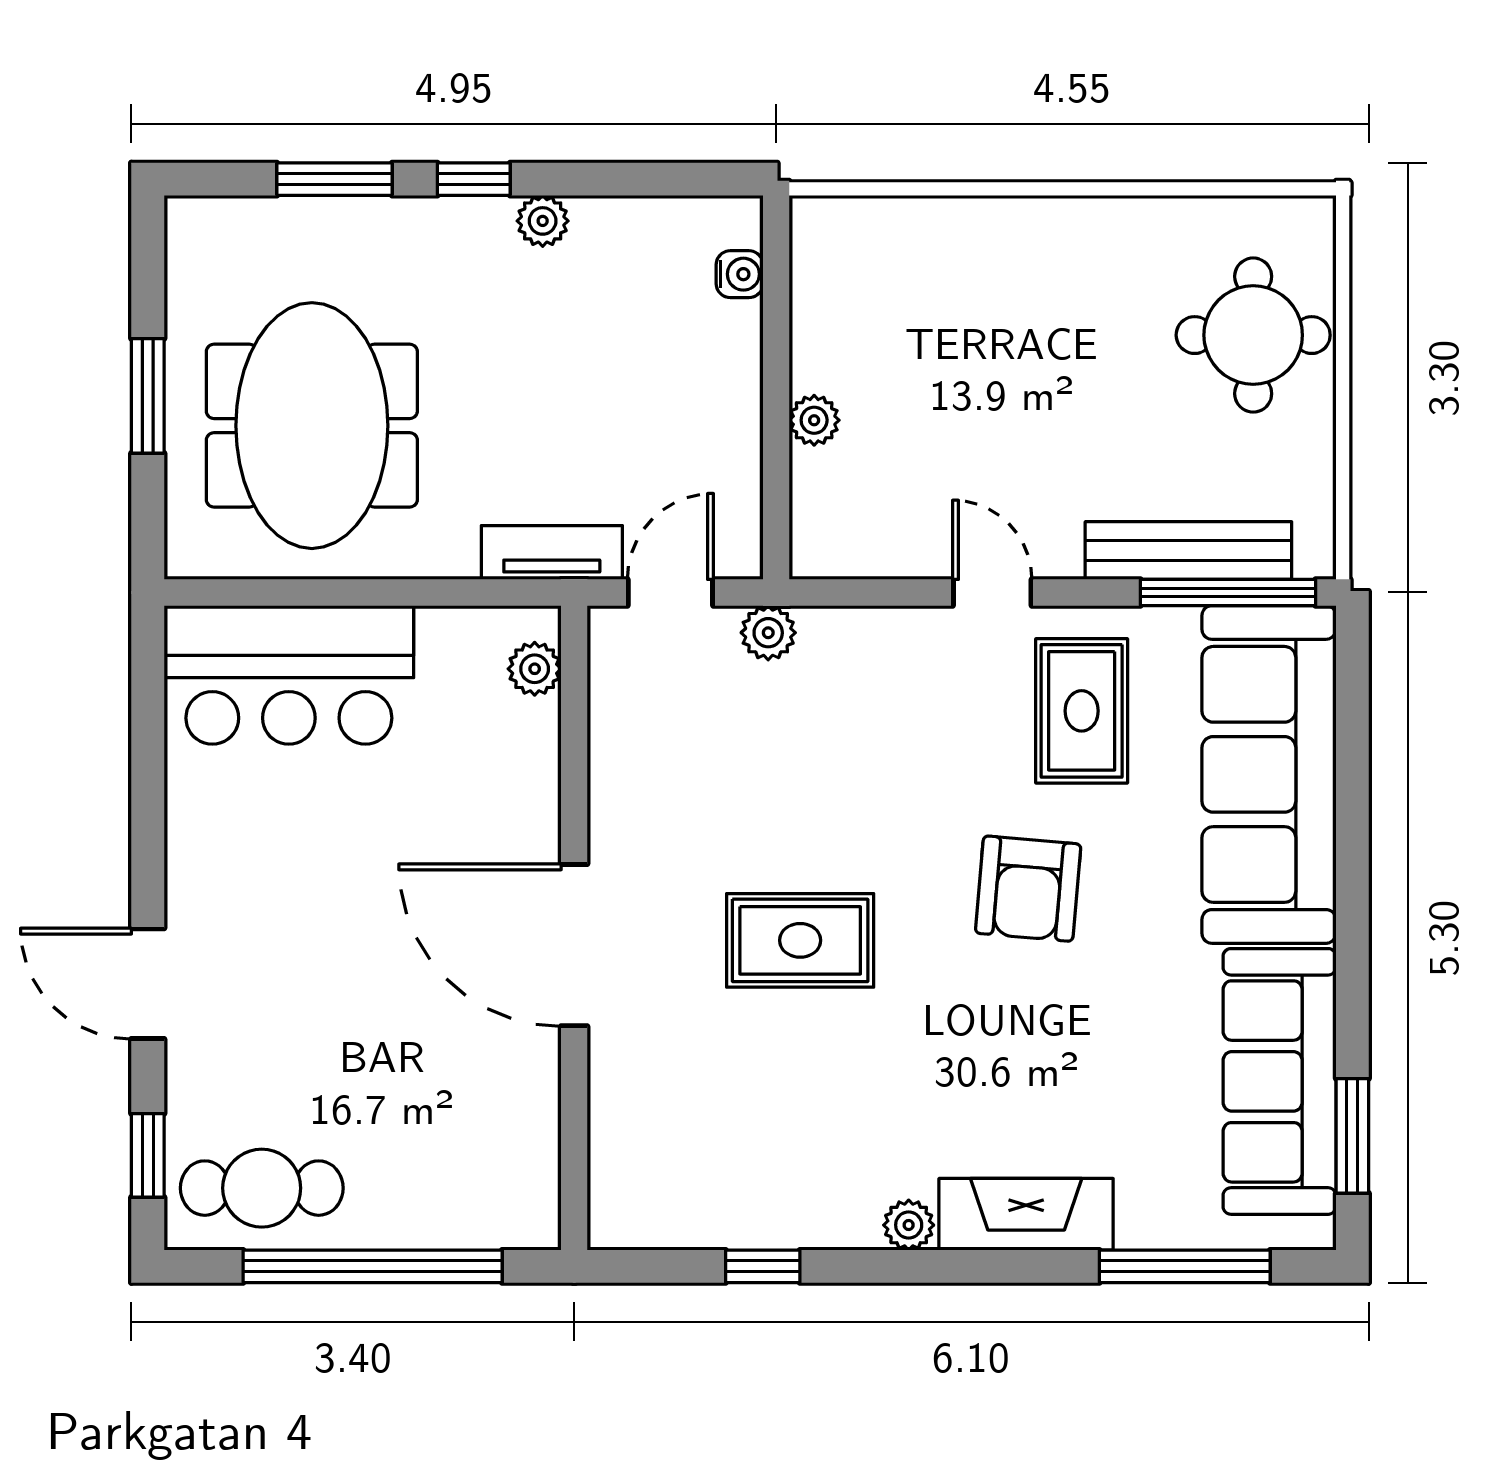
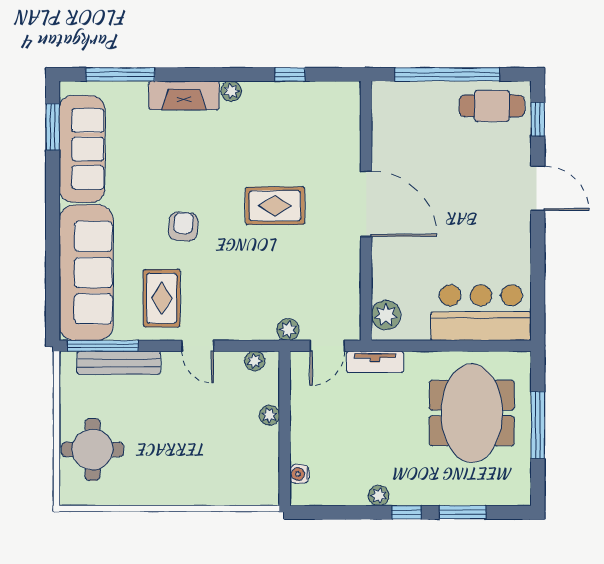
window: (148, 396) -> (538, 425), width x1.44
plant: (851, 555) -> (255, 361), added
plant: (535, 669) -> (386, 315), width x1.38, depth x1.38
armchair: (1028, 889) -> (183, 227), width x0.72, depth x0.72

